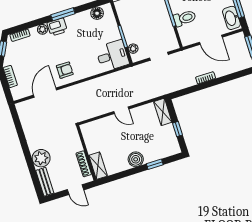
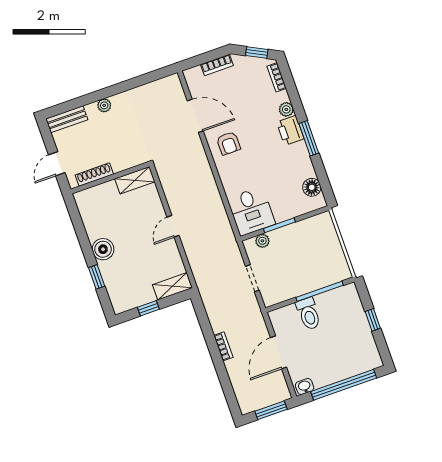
washbasin: (231, 18) -> (305, 387), width x0.52, depth x0.69
plant: (41, 158) -> (104, 105), width x0.53, depth x0.53
shelving: (98, 166) -> (135, 180), moved

